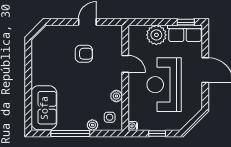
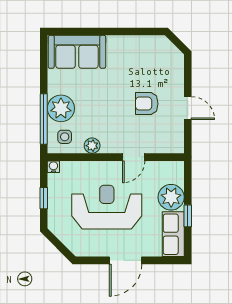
window: (186, 22) -> (188, 216), moved
armchair: (84, 54) -> (147, 104), turned 90
plant: (92, 125) -> (61, 108), width x1.88, depth x1.88
window: (70, 133) -> (44, 119), moved

